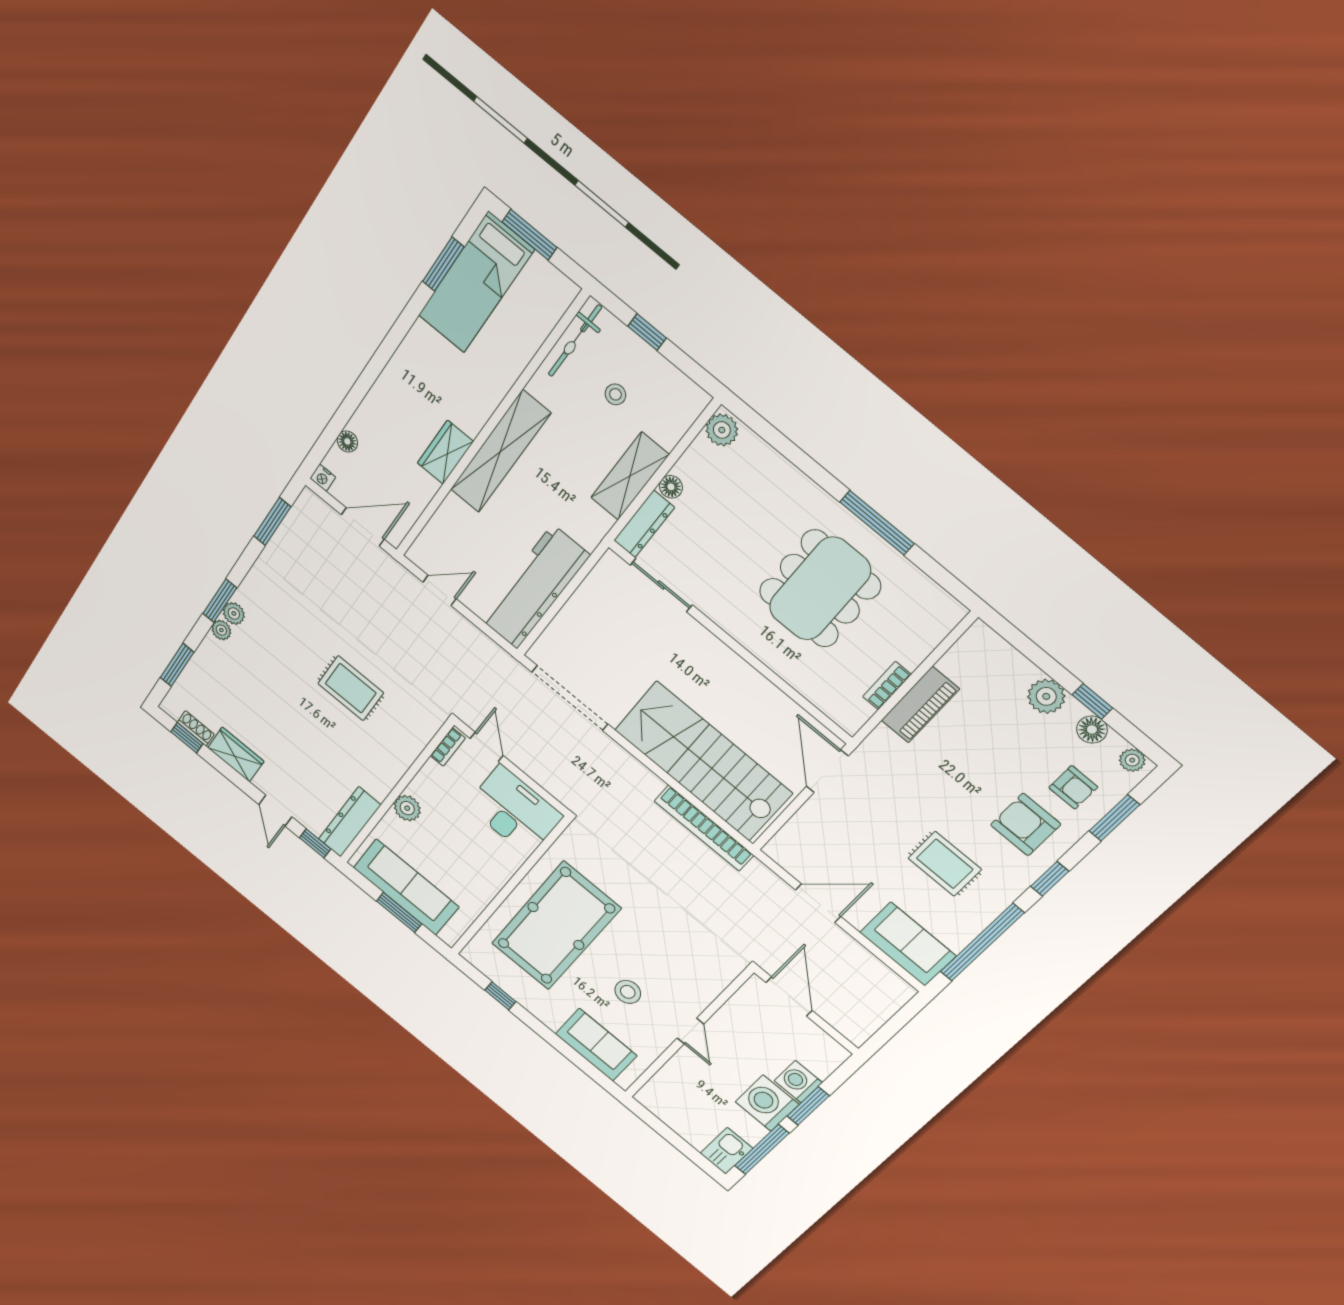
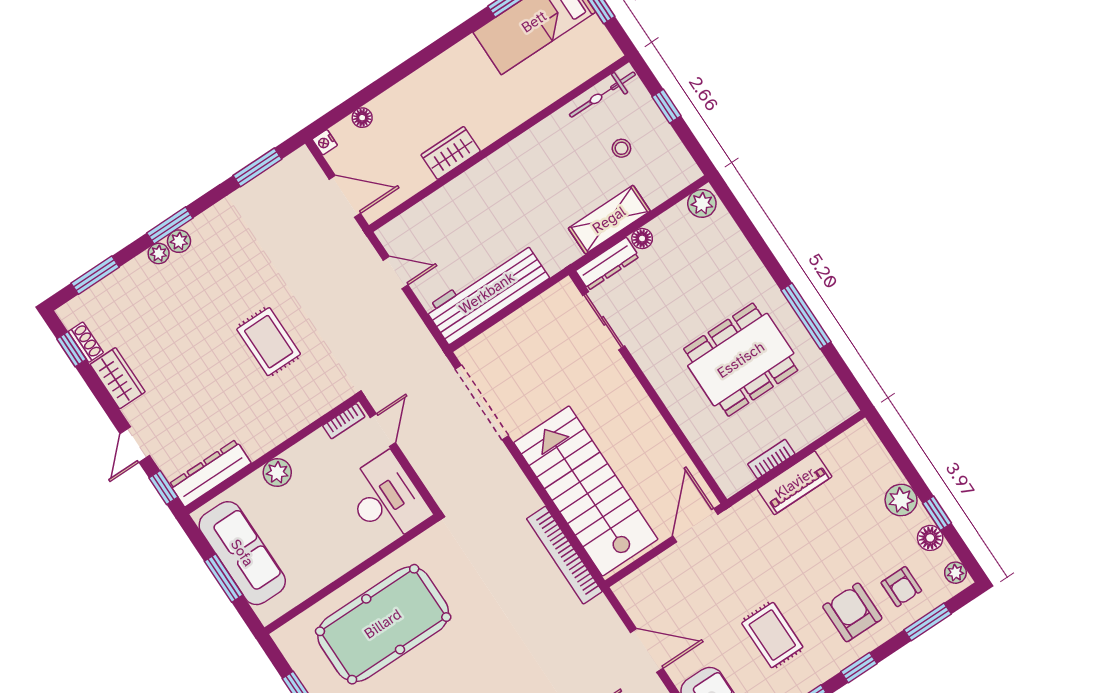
shelving: (500, 452) -> (501, 167), removed

